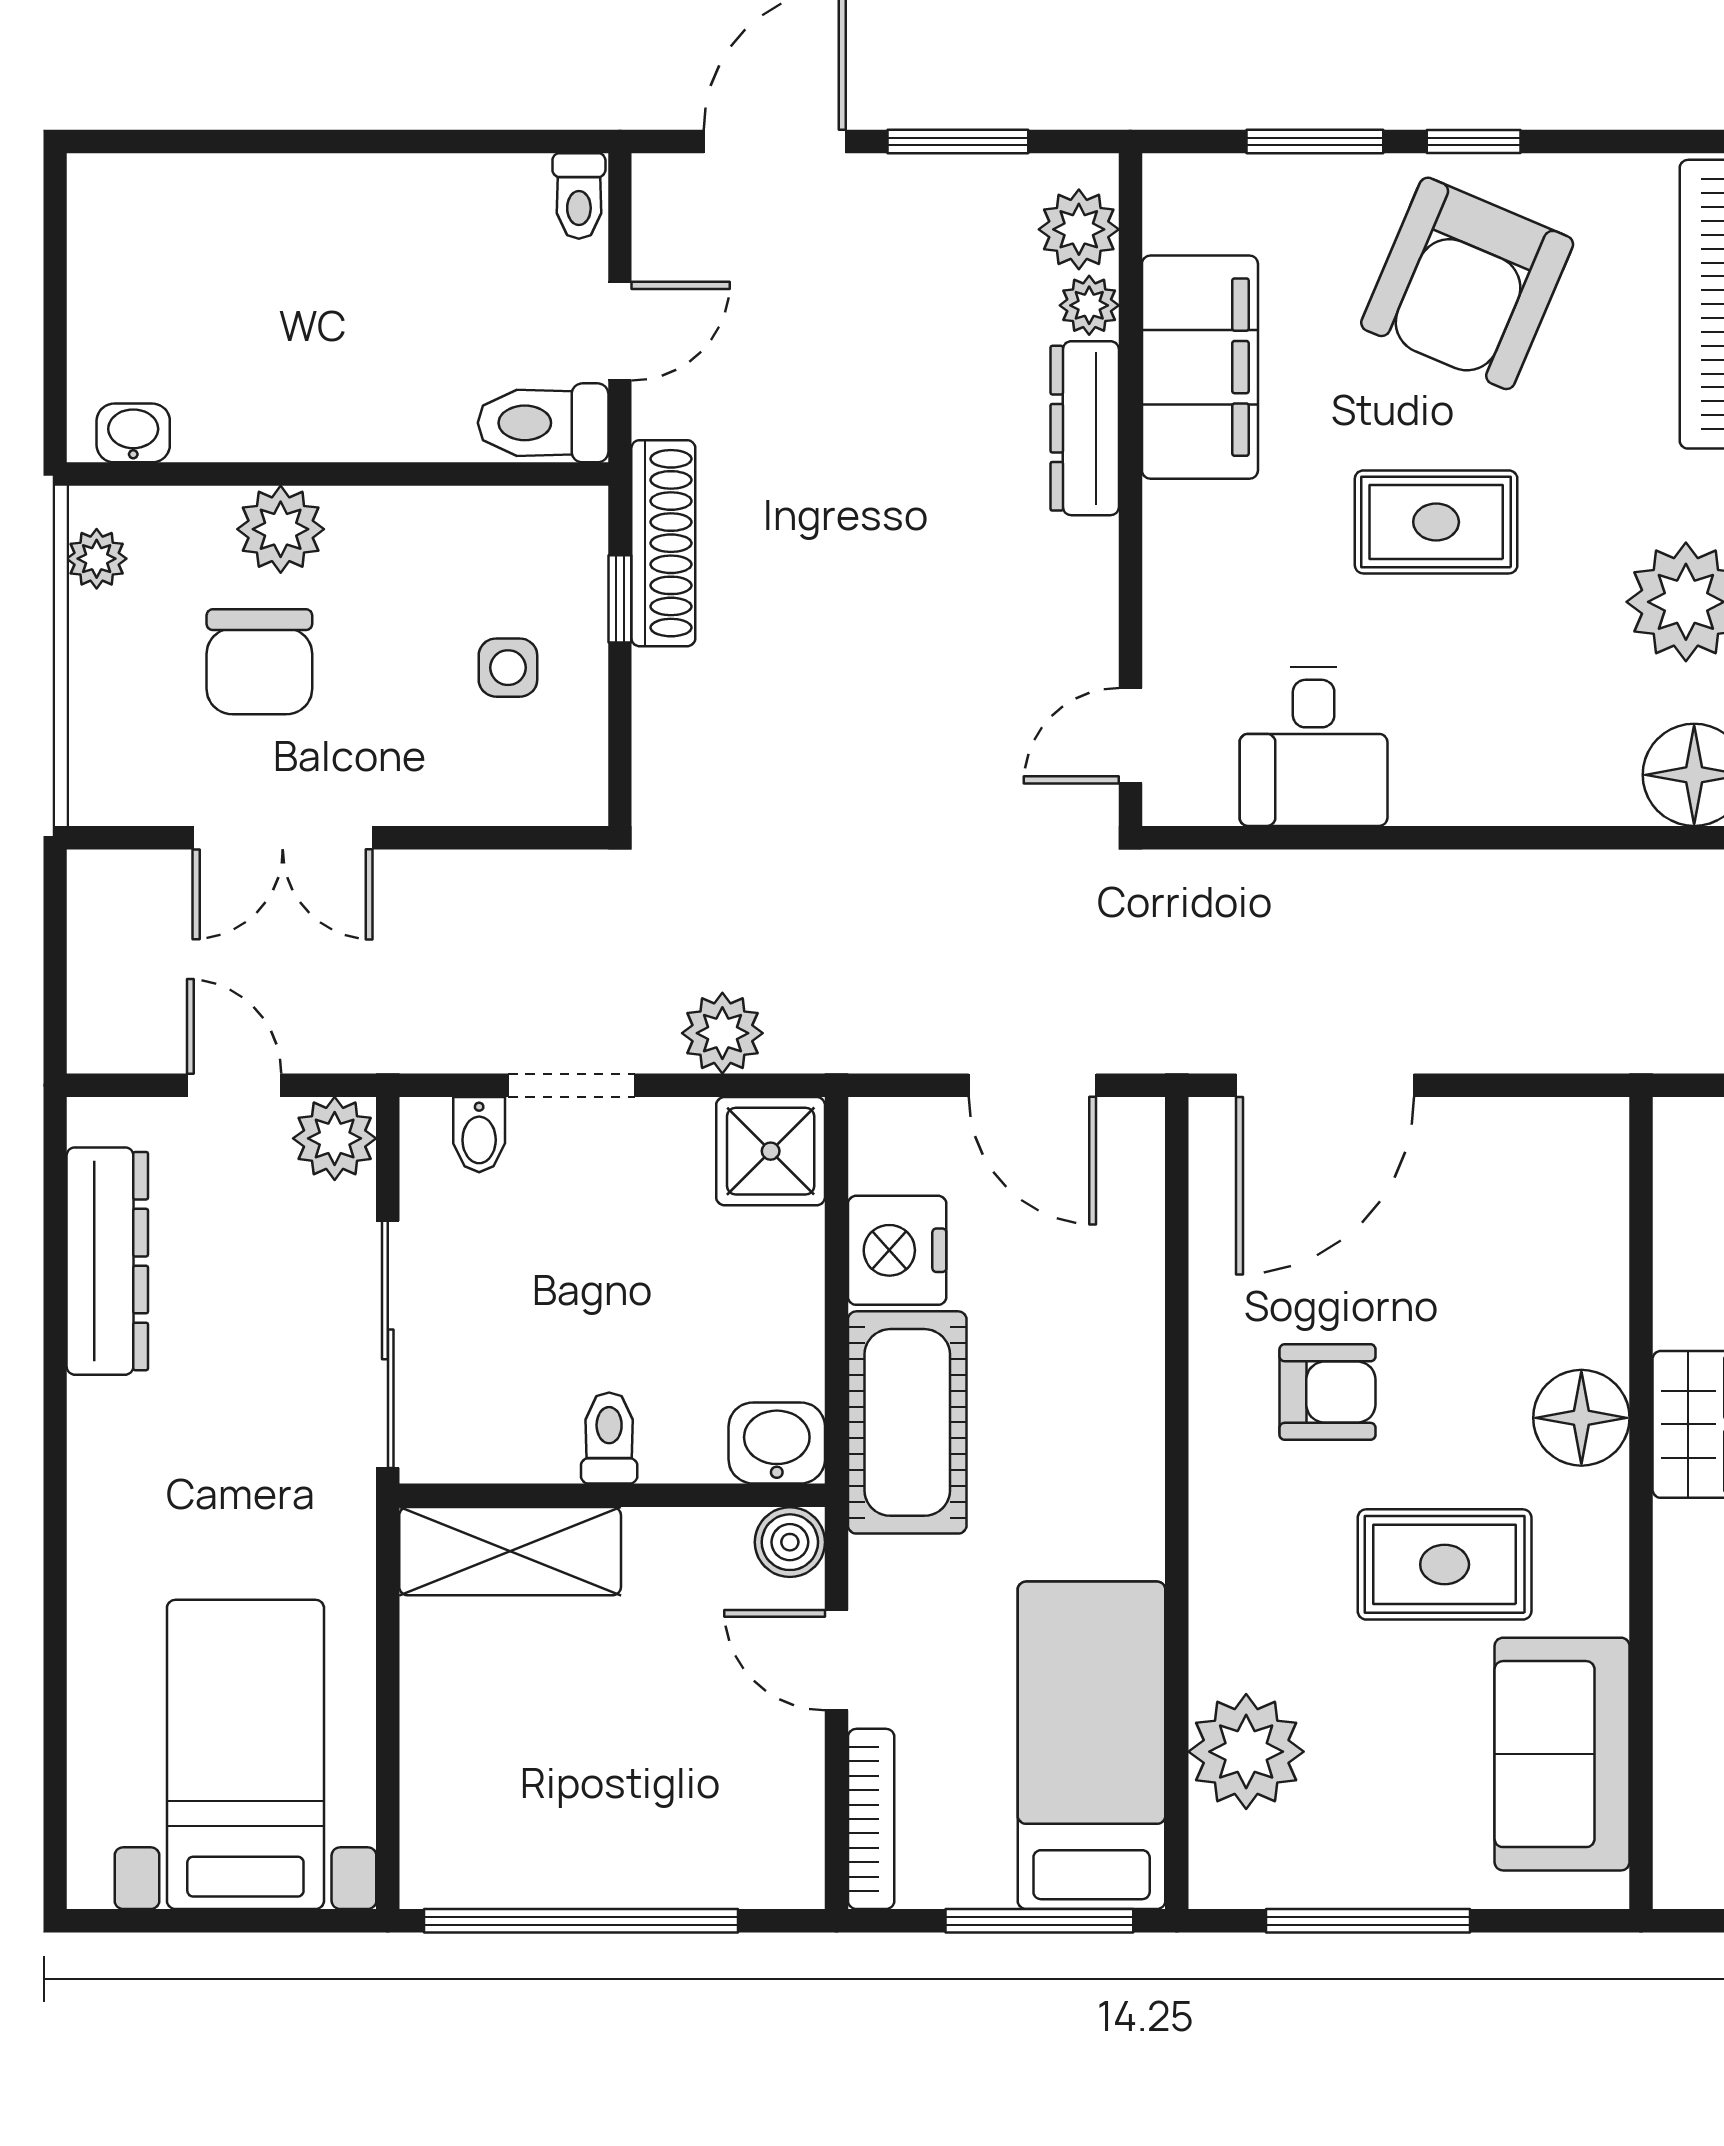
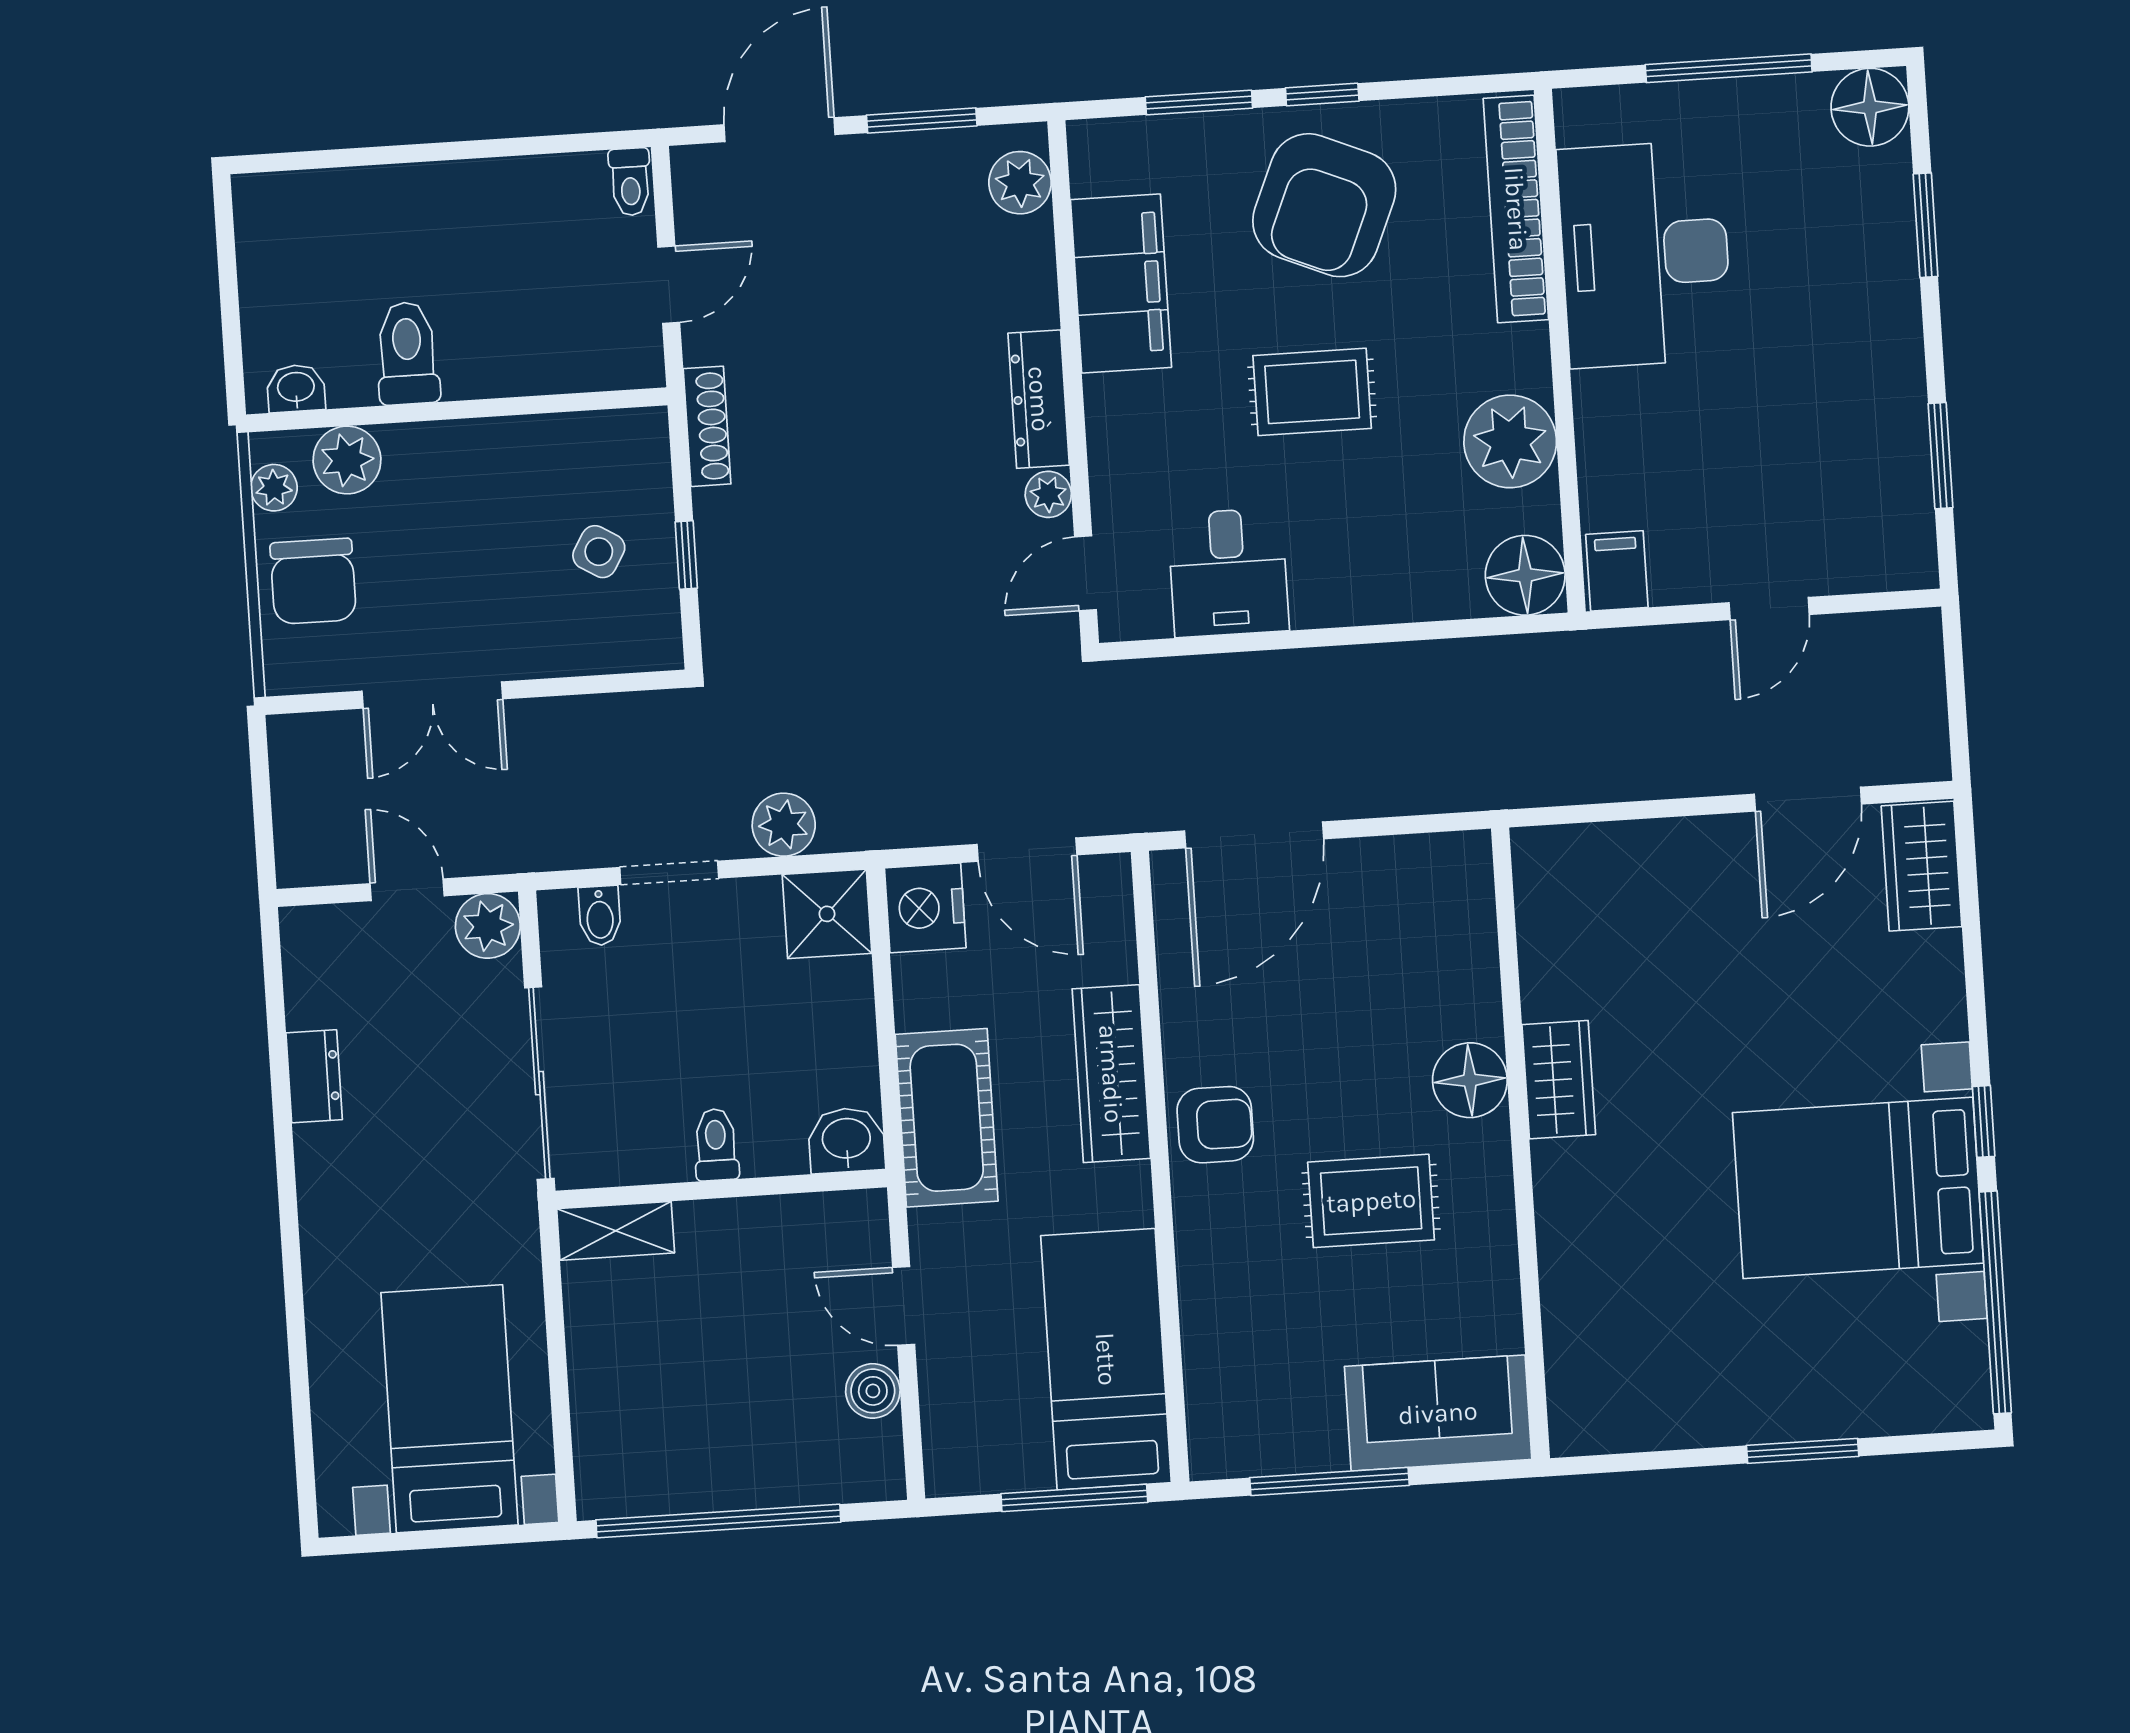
plant: (1089, 305) -> (1048, 494), moved
toilet: (543, 423) -> (407, 353), moved, turned 90
dresser: (1085, 428) -> (1039, 399), moved
plant: (281, 529) -> (347, 460), moved
shoe rack: (663, 543) -> (707, 426), width x0.74, depth x0.81
window: (620, 599) -> (686, 555), moved
chair: (259, 662) -> (313, 581), moved
side table: (508, 668) -> (599, 552), turned 31
nightstand: (897, 1250) -> (925, 908), moved
dresser: (107, 1261) -> (314, 1076), width x0.51, depth x0.80
wardrobe: (1122, 1380) -> (1111, 1074), added
armchair: (1328, 1392) -> (1215, 1125), moved
boiler: (790, 1542) -> (873, 1391), moved
shelving: (510, 1551) -> (616, 1231), width x0.67, depth x0.75
plant: (1246, 1752) -> (1226, 1356), removed
sofa: (1562, 1754) -> (1438, 1413), moved, turned 90
bookcase: (871, 1819) -> (939, 1427), removed

